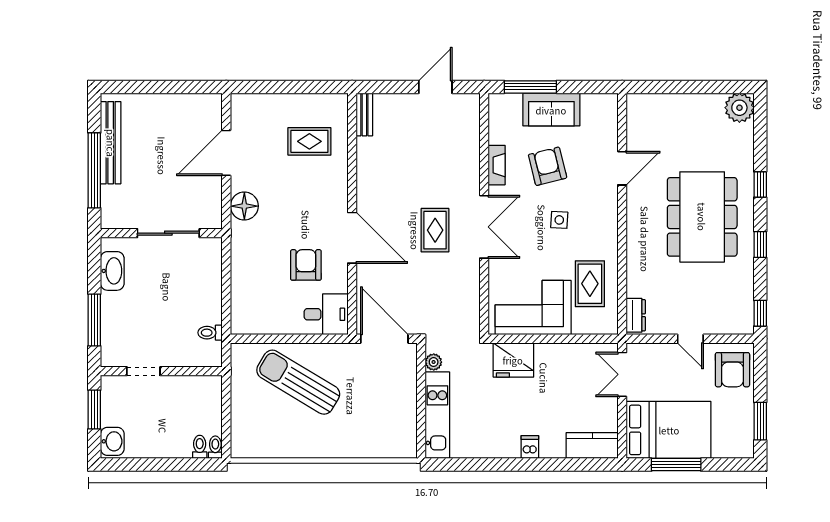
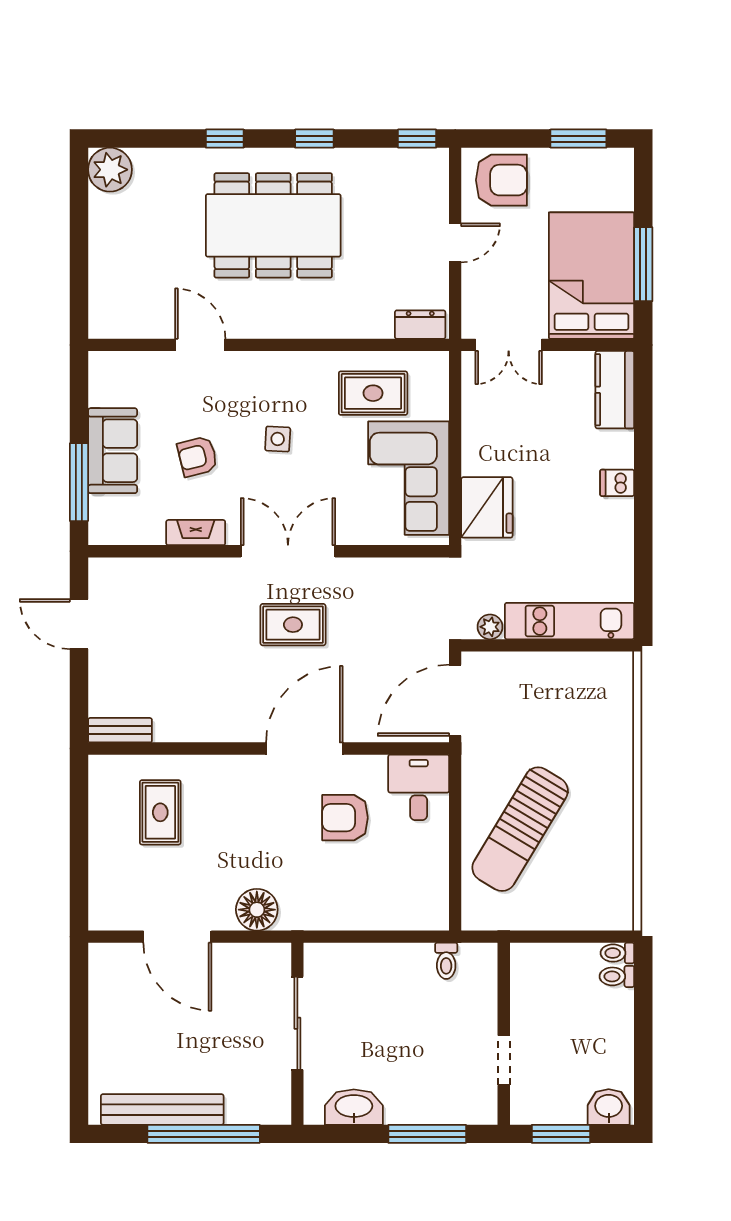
armchair: (548, 166) -> (197, 456), width x0.72, depth x0.72

